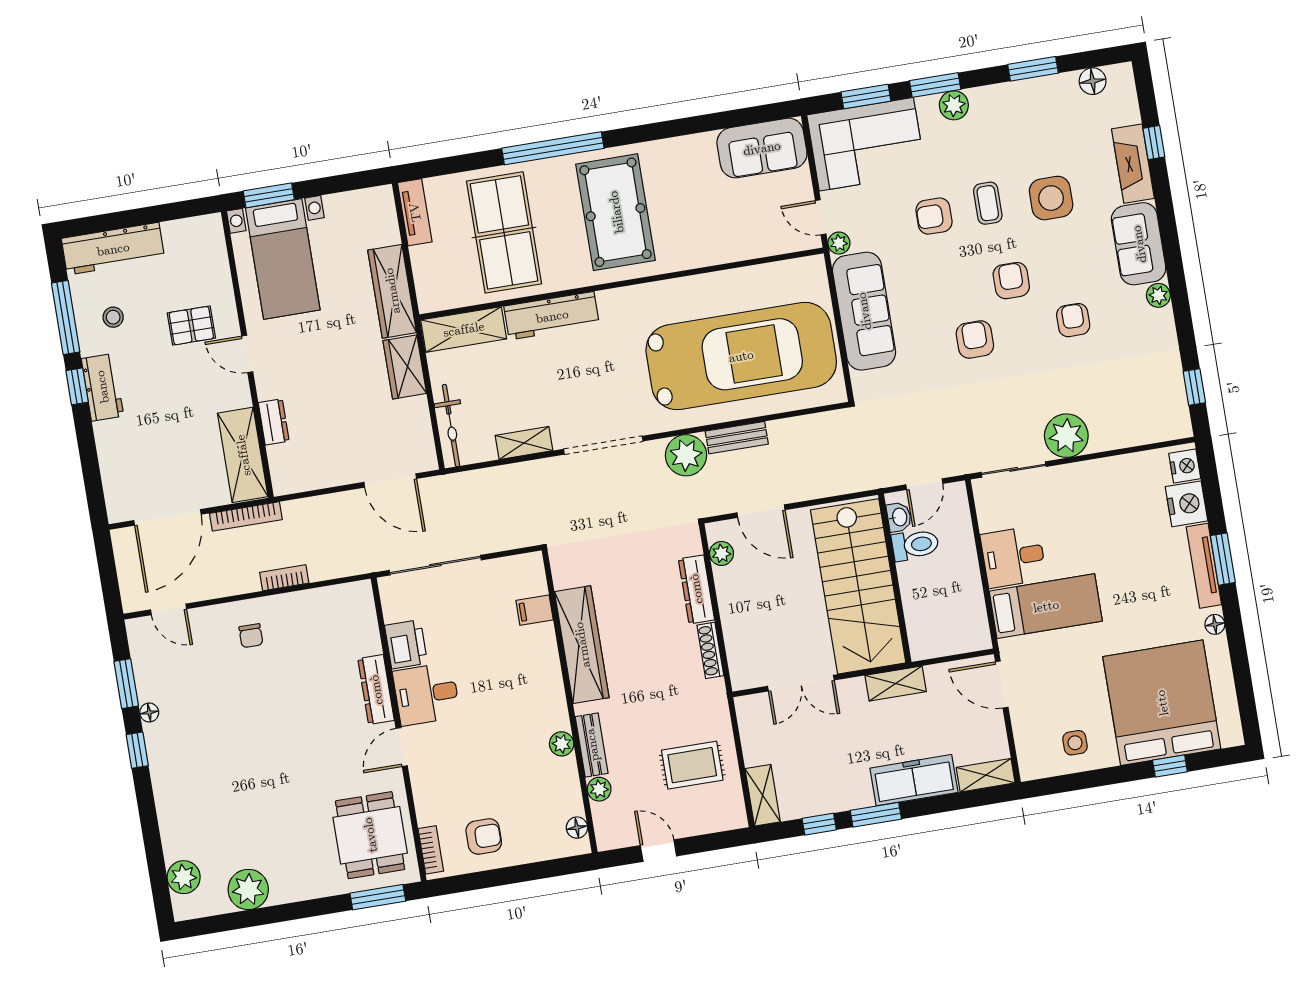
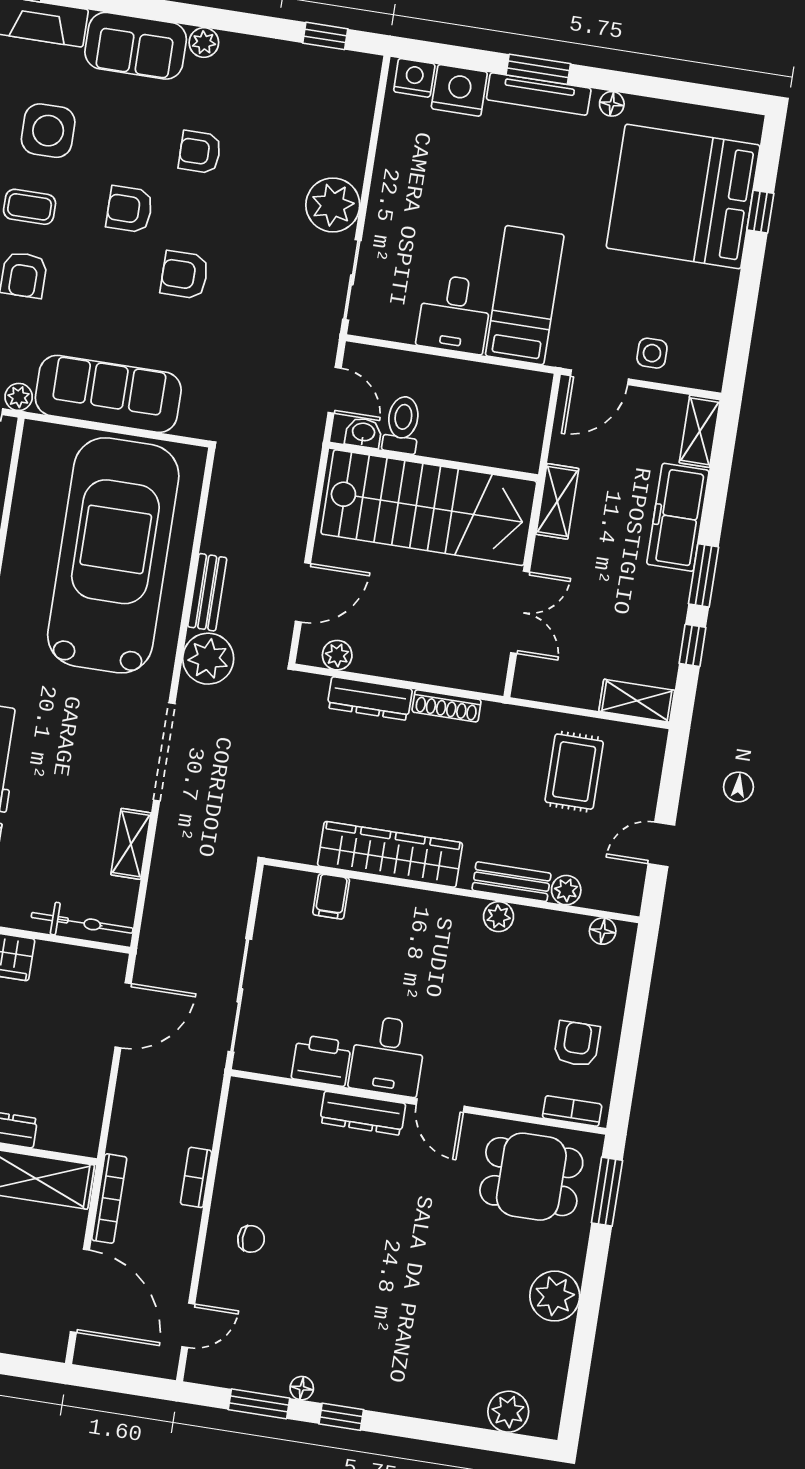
side table: (1075, 743) -> (652, 353), moved
plant: (248, 889) -> (555, 1296), moved

